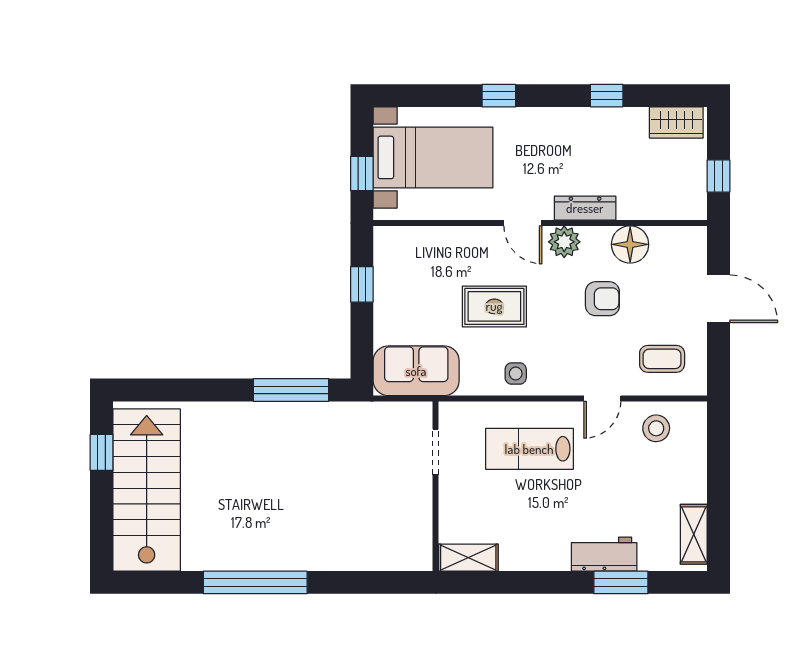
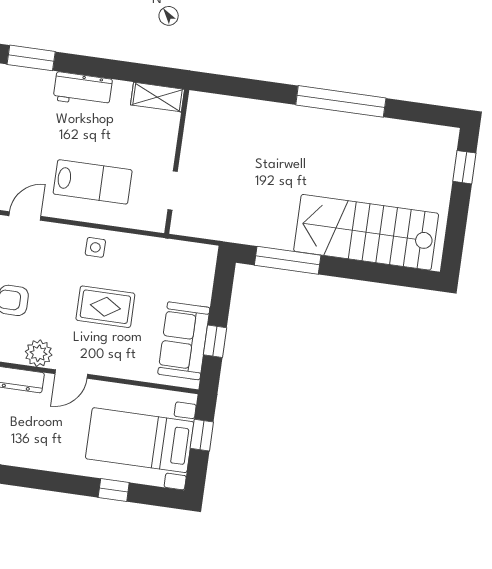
window: (499, 96) -> (114, 490), moved
door: (523, 223) -> (71, 374), swing flipped
sofa: (416, 371) -> (184, 341), moved, turned 90
window: (101, 452) -> (464, 167), moved
stairs: (147, 490) -> (366, 232), moved, turned 90
workbench: (604, 554) -> (83, 90), moved

